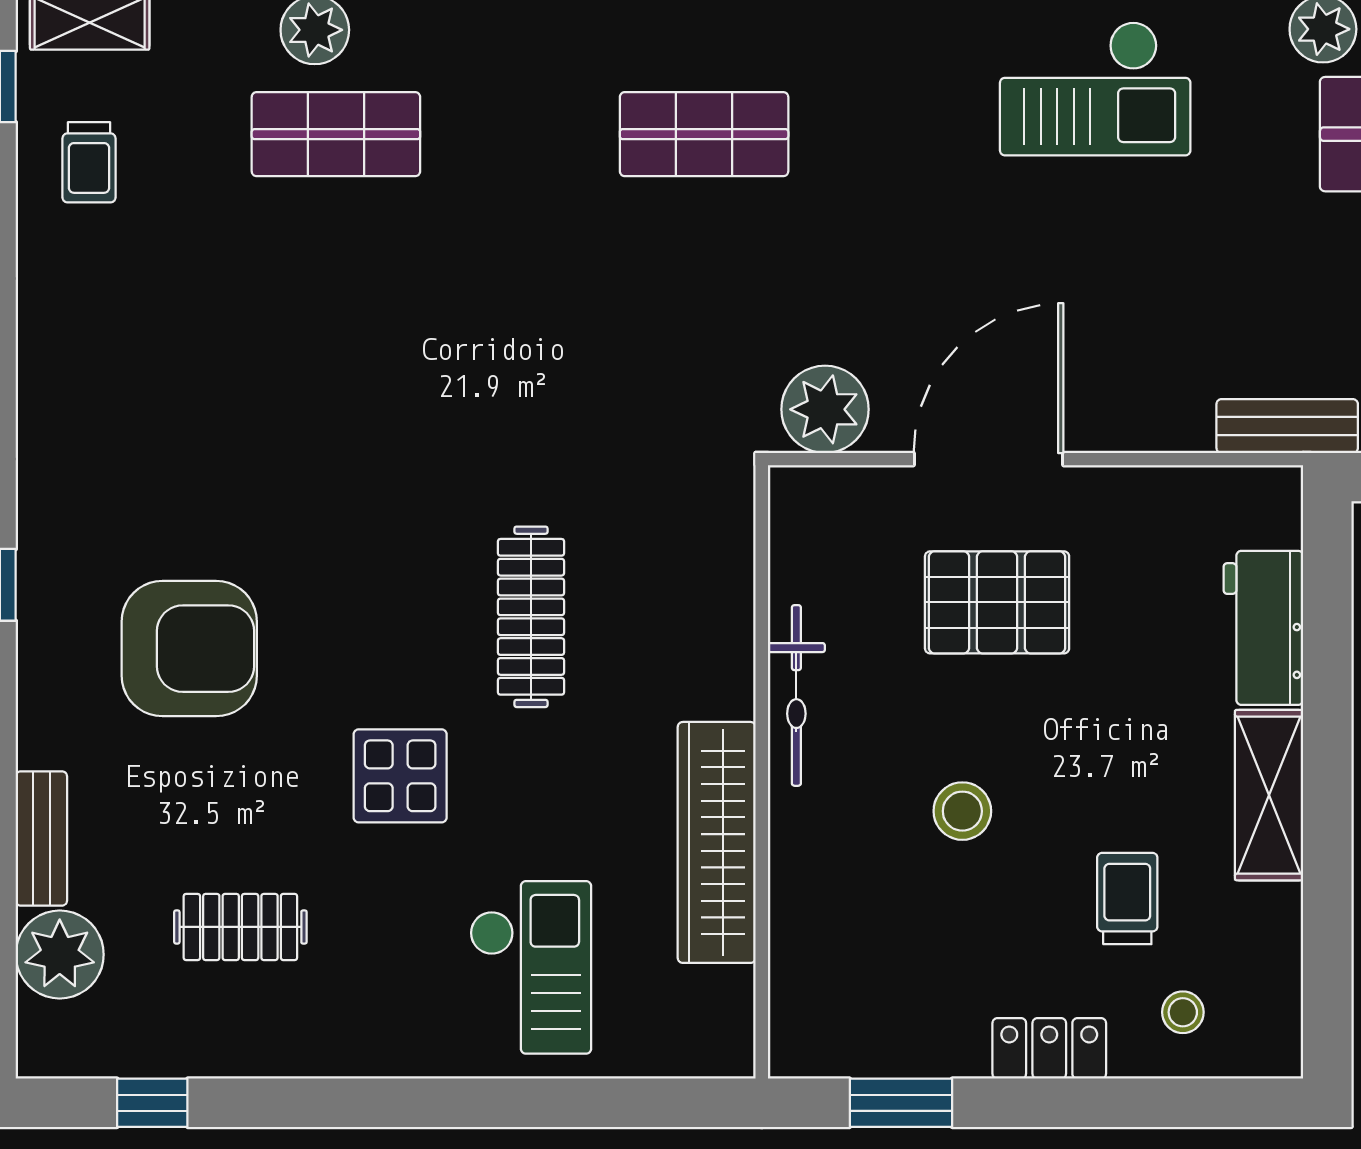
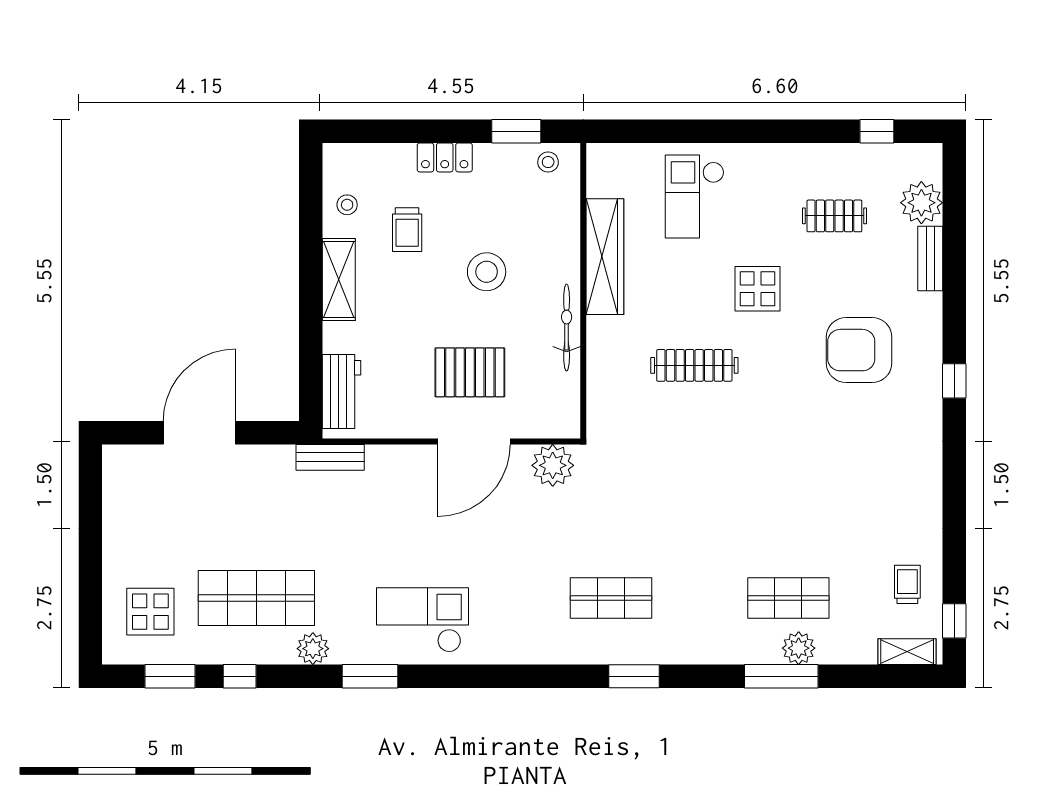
clothes rail: (531, 617) -> (694, 365), turned 90
workbench: (1263, 628) -> (342, 391), moved
stool: (962, 811) -> (487, 272), width x1.38, depth x1.38
stool: (1183, 1012) -> (347, 205), moved
stool: (835, 1039) -> (548, 162), added

